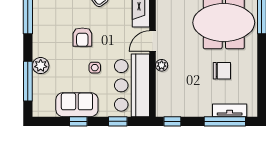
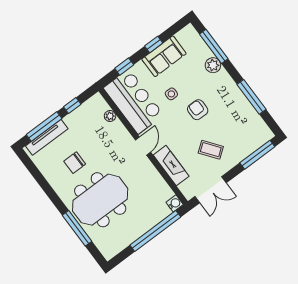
plant: (162, 65) -> (110, 116), moved
tv unit: (230, 110) -> (47, 137), width x1.41
window: (172, 121) -> (72, 105), moved

